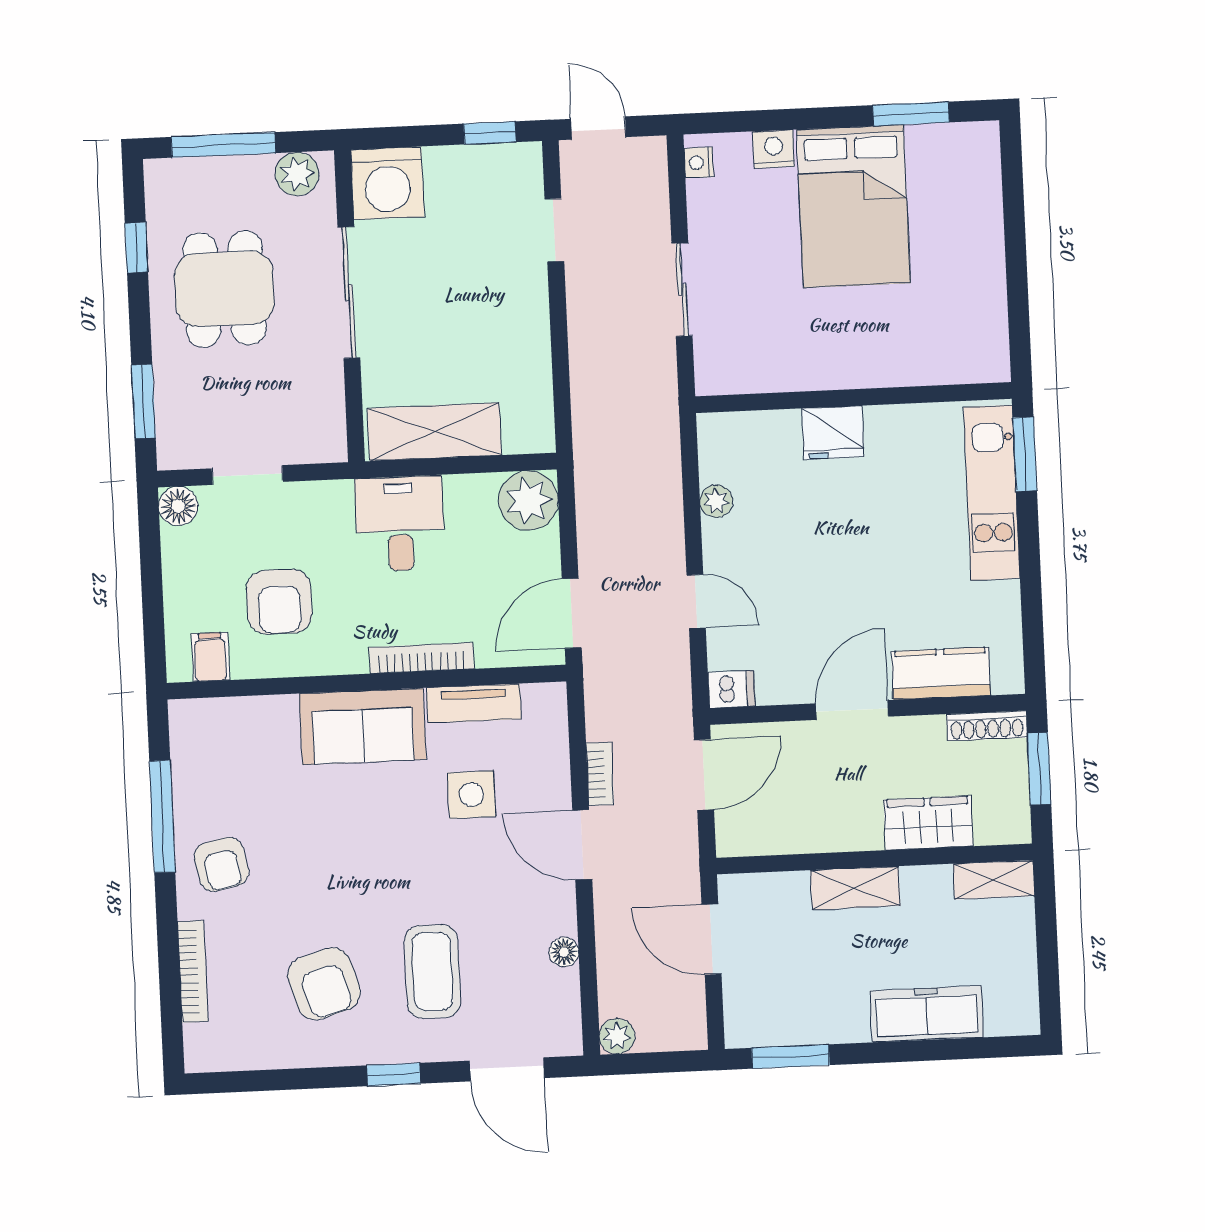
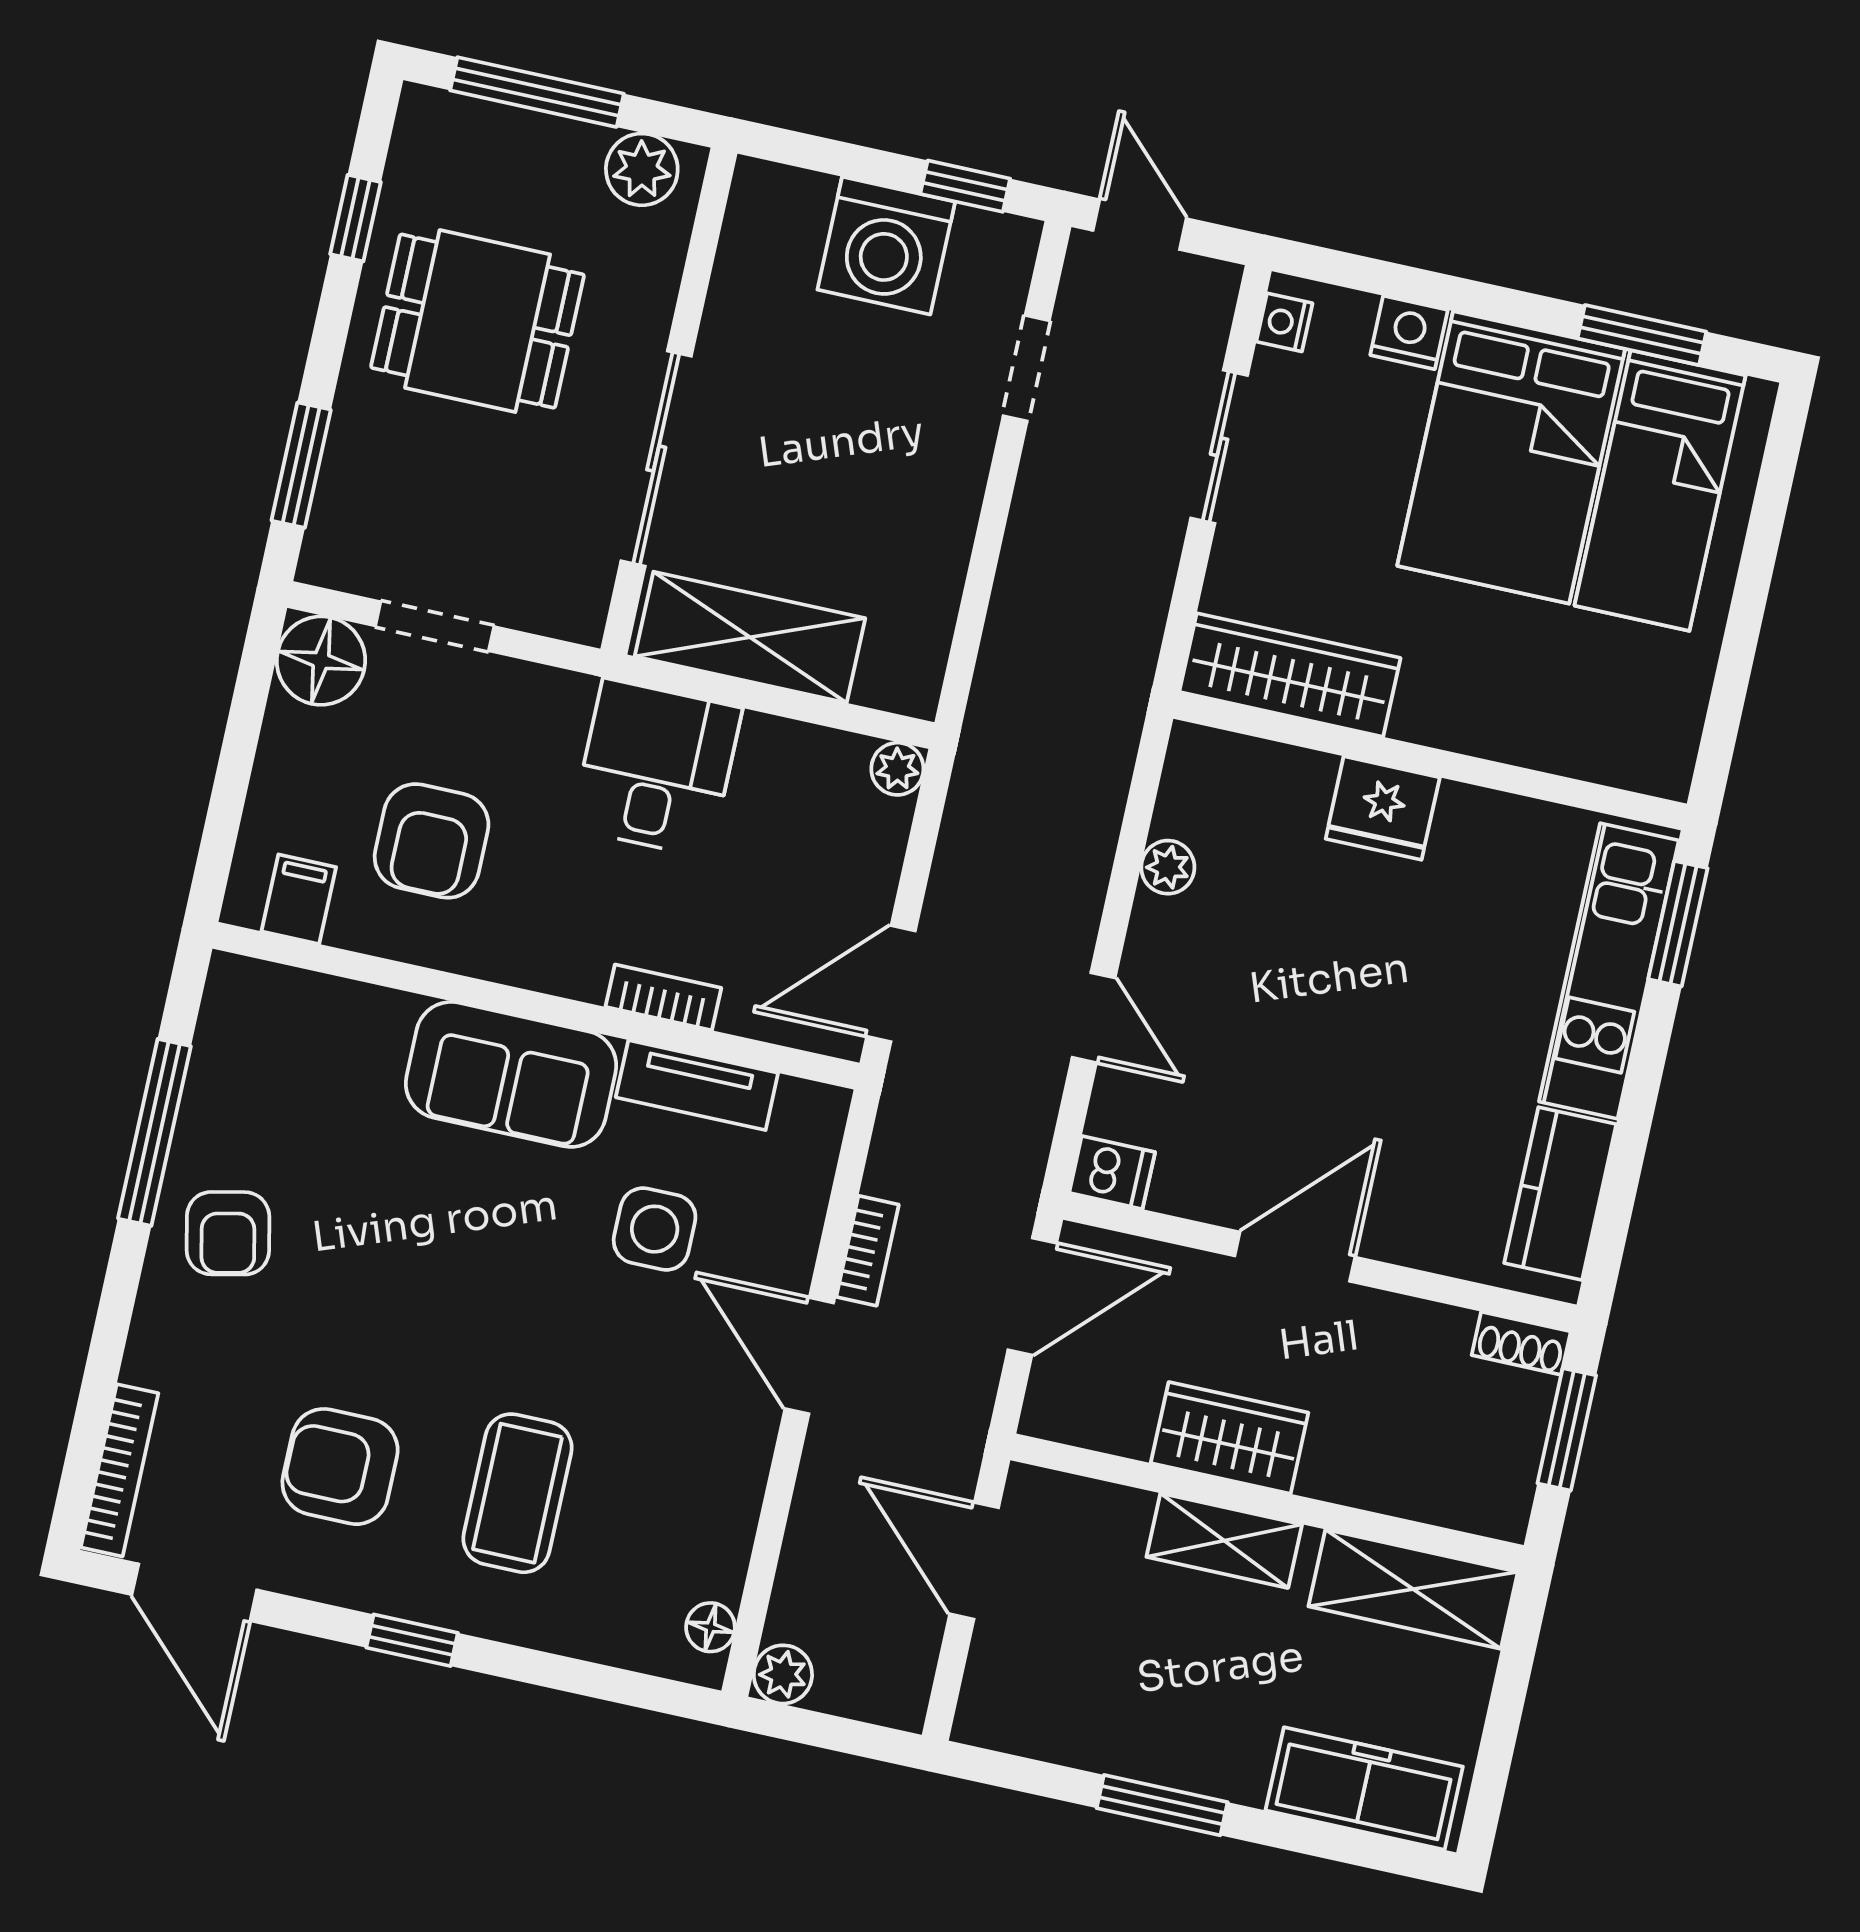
washing machine: (387, 183) -> (886, 246), moved
bed: (946, 202) -> (1660, 490), added
dining table: (224, 289) -> (478, 321), turned 90
sliding door: (682, 290) -> (1219, 447), moved
sliding door: (349, 293) -> (656, 459), moved
wardrobe: (758, 369) -> (1290, 675), added
plant: (528, 500) -> (897, 769), width x0.53, depth x0.53
floor lamp: (178, 506) -> (321, 661), width x1.38, depth x1.38
bookcase: (422, 658) -> (663, 997), width x0.64
kitchen counter: (941, 673) -> (1560, 1194), moved, turned -90
shoe rack: (987, 726) -> (1521, 1343), width x0.70
wardrobe: (928, 823) -> (1230, 1438), moved
shelving: (994, 880) -> (1413, 1589), width x1.50, depth x1.33
floor lamp: (564, 952) -> (710, 1627), moved
bookcase: (193, 971) -> (120, 1470), moved
armchair: (324, 984) -> (340, 1467), turned 107
freezer: (927, 1014) -> (1364, 1788), moved
window: (791, 1056) -> (1162, 1805), moved
door: (507, 1069) -> (194, 1592), moved

